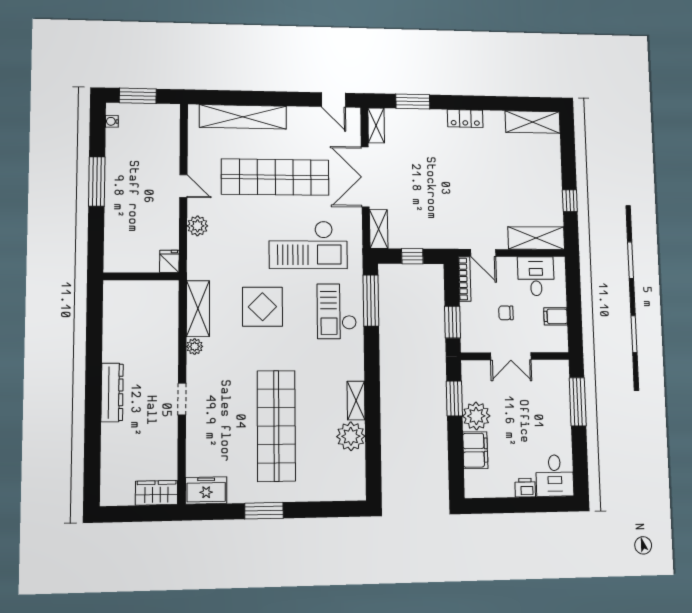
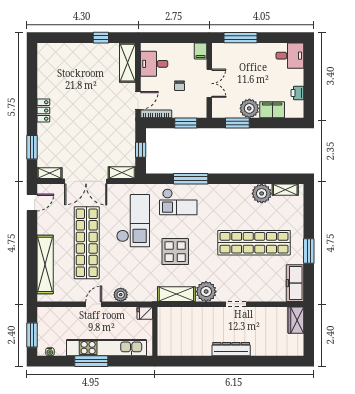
shelving: (533, 122) -> (45, 62), removed
kitchen unit: (117, 204) -> (106, 348), added
window: (371, 300) -> (191, 179), moved
filing cabinet: (556, 316) -> (201, 51), moved
plant: (195, 347) -> (206, 292), width x1.87, depth x1.87
shelving: (356, 401) -> (285, 190), moved
printer: (525, 488) -> (297, 93), moved
freezer: (206, 490) -> (295, 283), width x1.40

